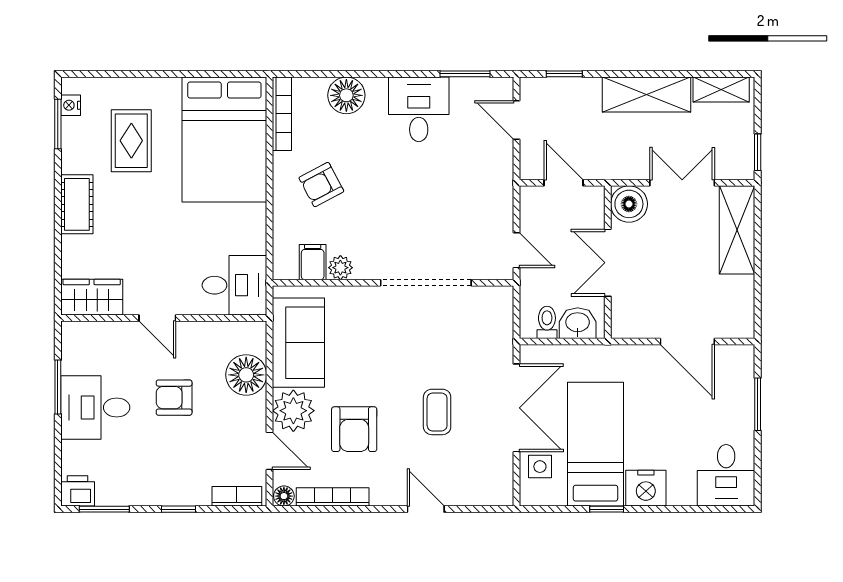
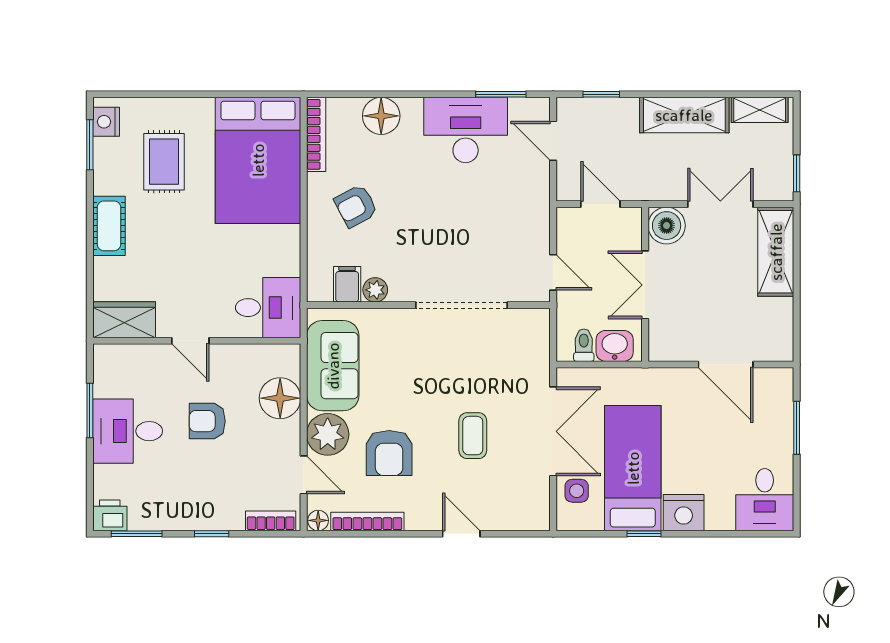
nightstand: (71, 105) -> (106, 122), width x1.39, depth x1.35
desk: (419, 109) -> (466, 130), width x1.37

